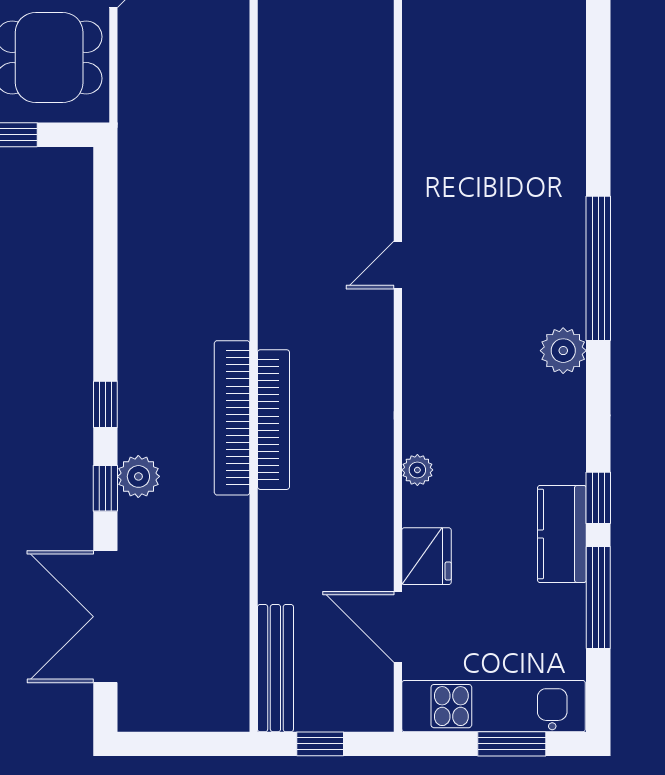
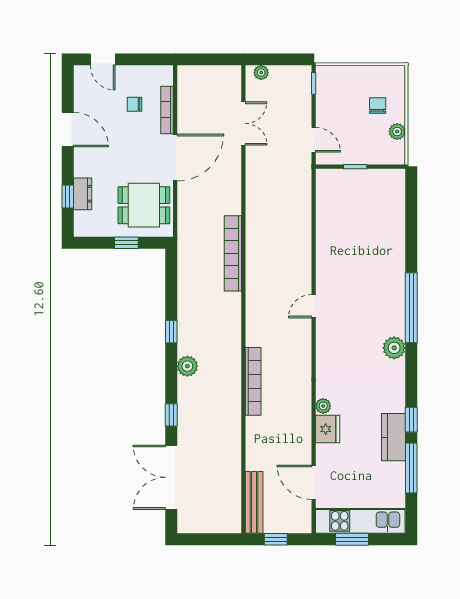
window: (105, 404) -> (171, 332), moved
bookcase: (232, 418) -> (233, 253), moved
plant: (138, 476) -> (187, 366), moved
fridge: (426, 556) -> (328, 429), moved
window: (512, 744) -> (352, 539), moved

